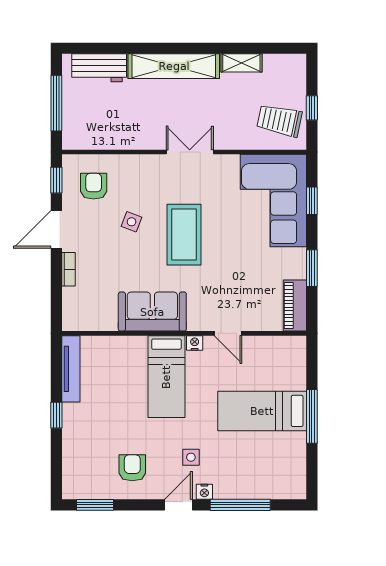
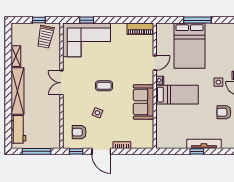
coffee table: (184, 235) -> (104, 86), width x0.54, depth x0.58
window: (312, 268) -> (121, 20), removed
tv unit: (71, 369) -> (204, 144), moved
bed: (262, 411) -> (189, 46), width x1.50

